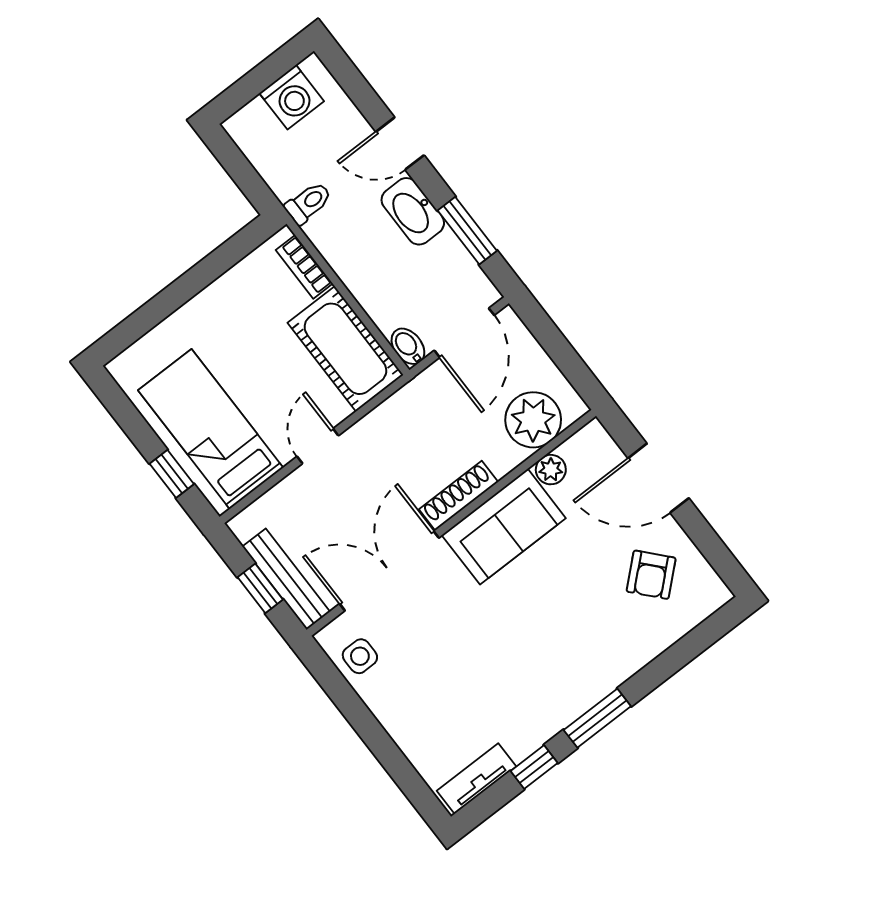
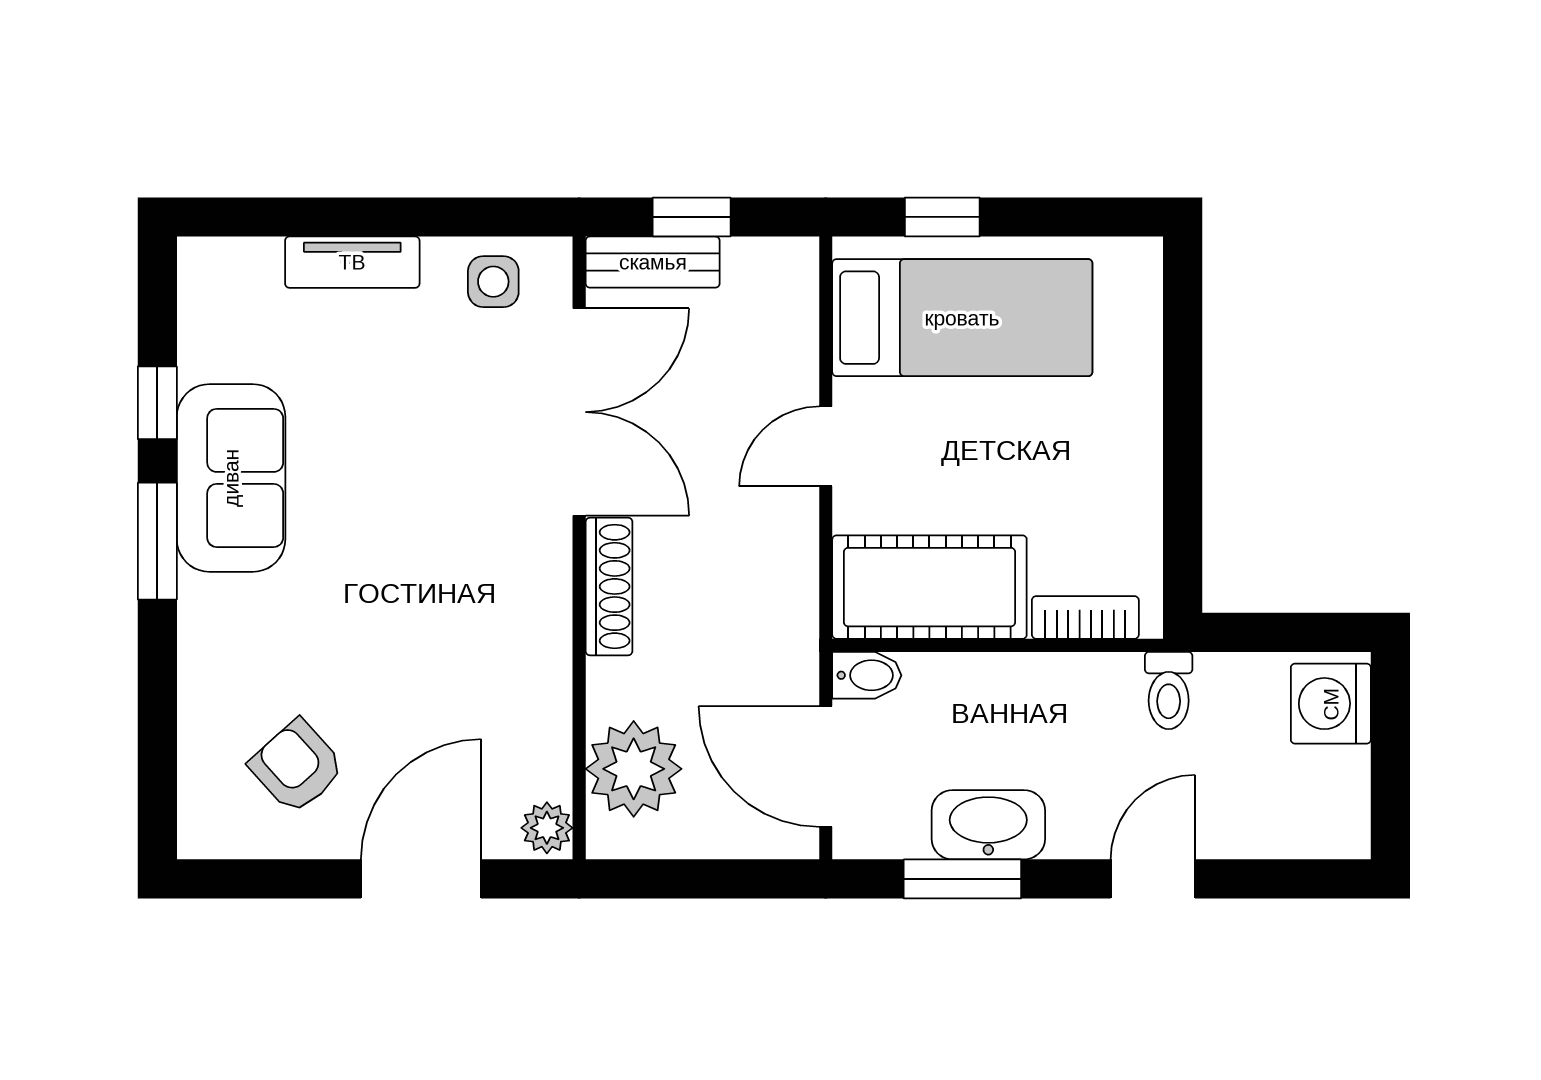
washing machine: (292, 97) -> (1331, 704), moved
washbasin: (413, 211) -> (988, 825), moved
door: (318, 446) -> (826, 446), swing flipped
plant: (551, 470) -> (547, 828), moved
sofa: (504, 527) -> (231, 478), moved, turned 180
bench: (286, 579) -> (653, 262), width x0.73
tv unit: (476, 779) -> (352, 262), moved, turned 90

